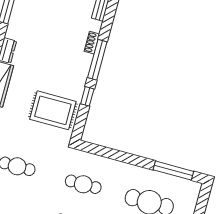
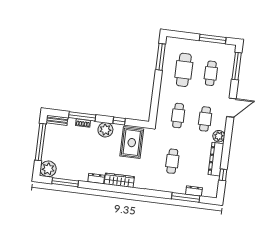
window: (97, 60) -> (82, 116), moved
plant: (77, 74) -> (105, 130), added

